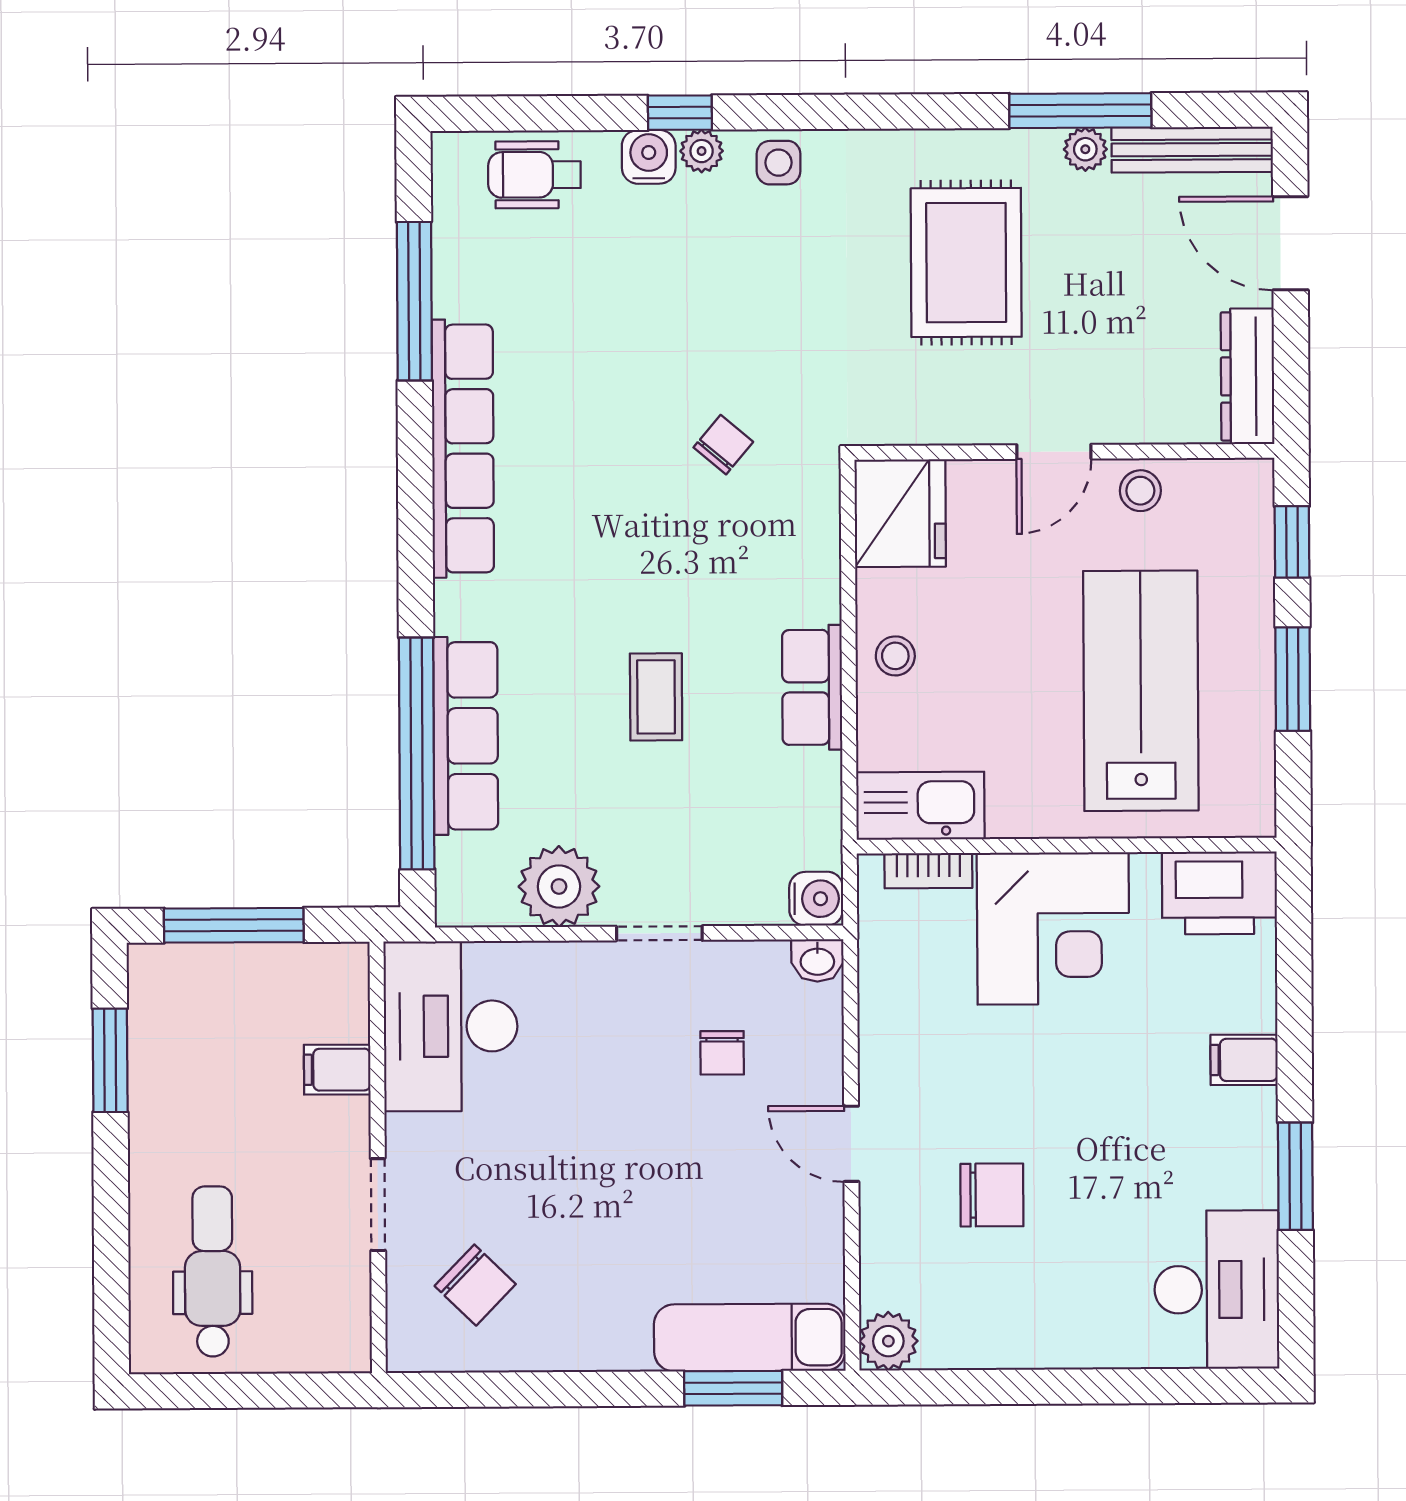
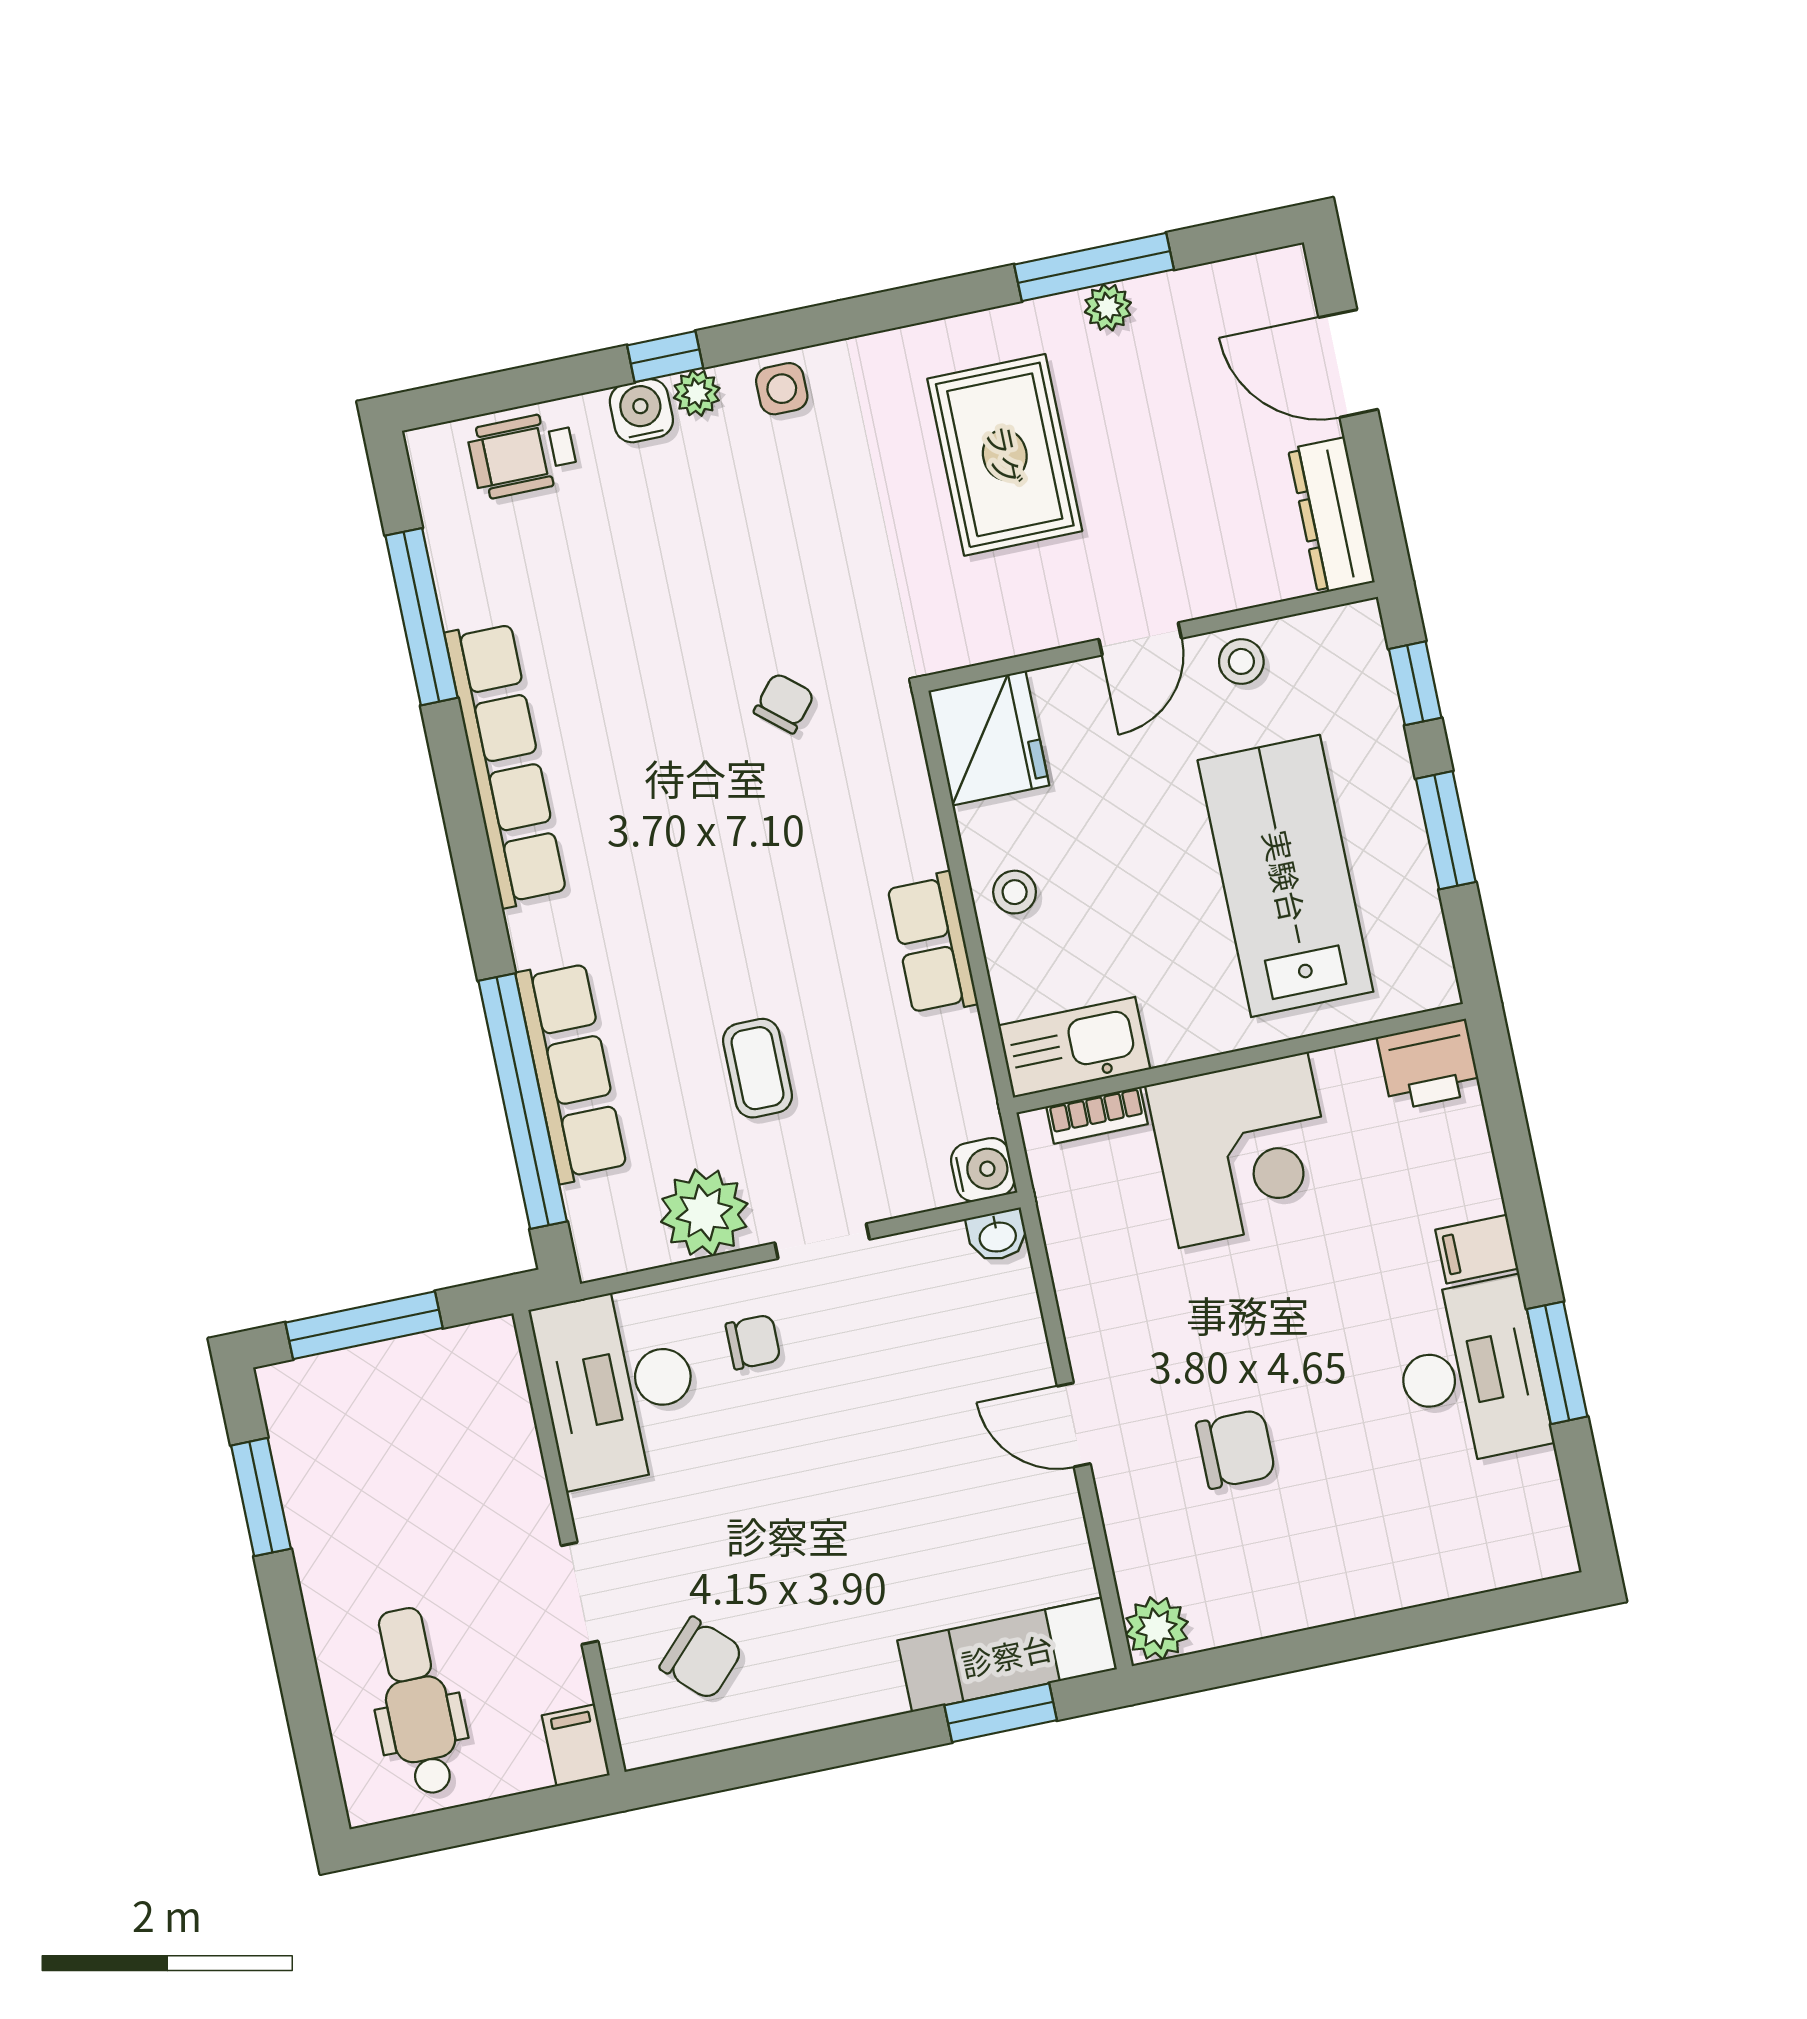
bench: (1192, 150) -> (1223, 285), removed
coffee table: (656, 697) -> (757, 1068), moved
printer: (1219, 893) -> (1429, 1065), width x0.73, depth x0.84
chair: (722, 1053) -> (753, 1342), moved, turned -90
filing cabinet: (337, 1070) -> (576, 1745), moved, turned 90
desk: (1217, 1290) -> (1470, 1372), moved

